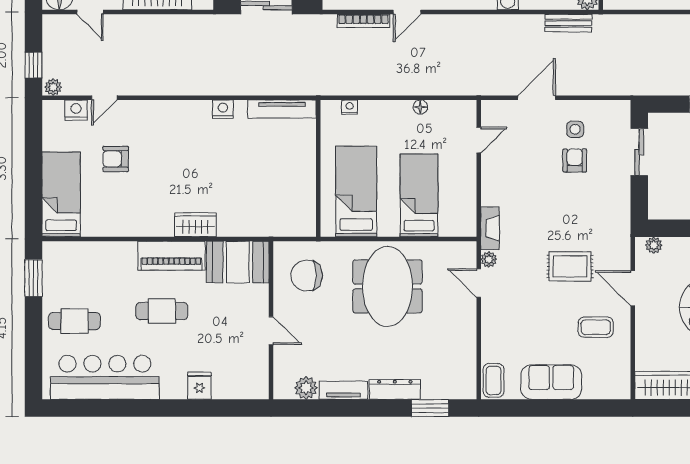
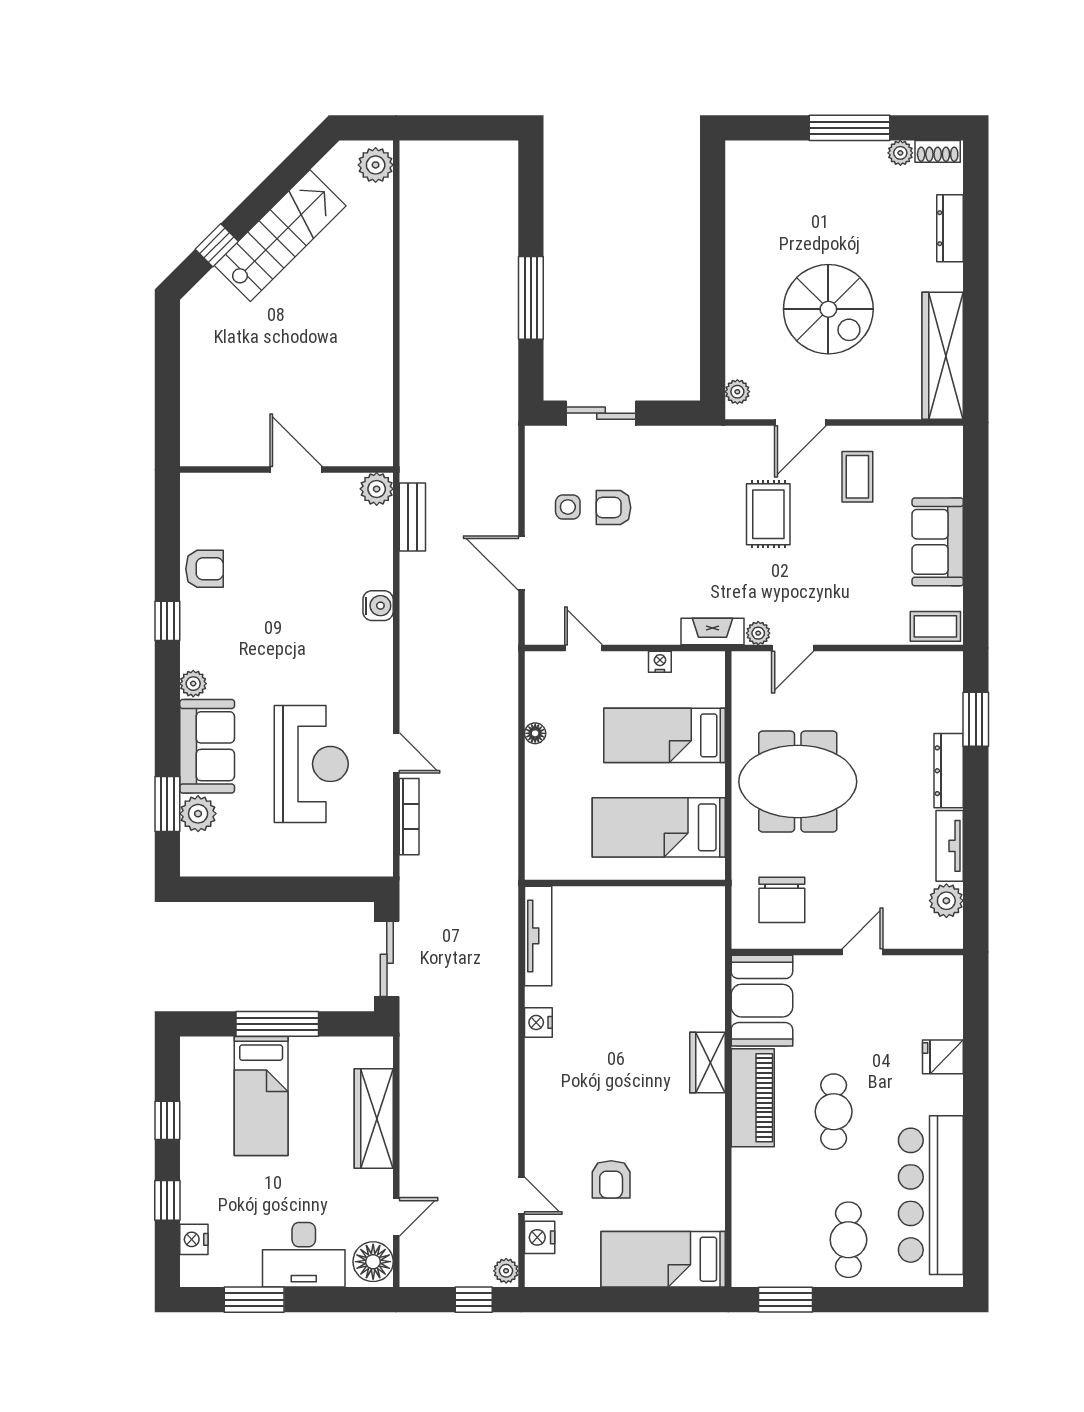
nightstand: (350, 107) -> (660, 662), moved, turned 90

